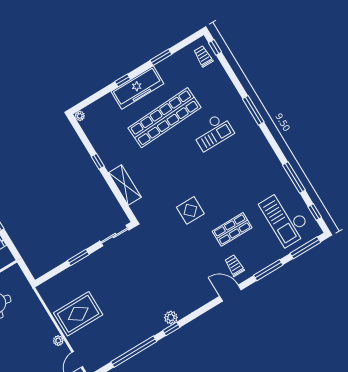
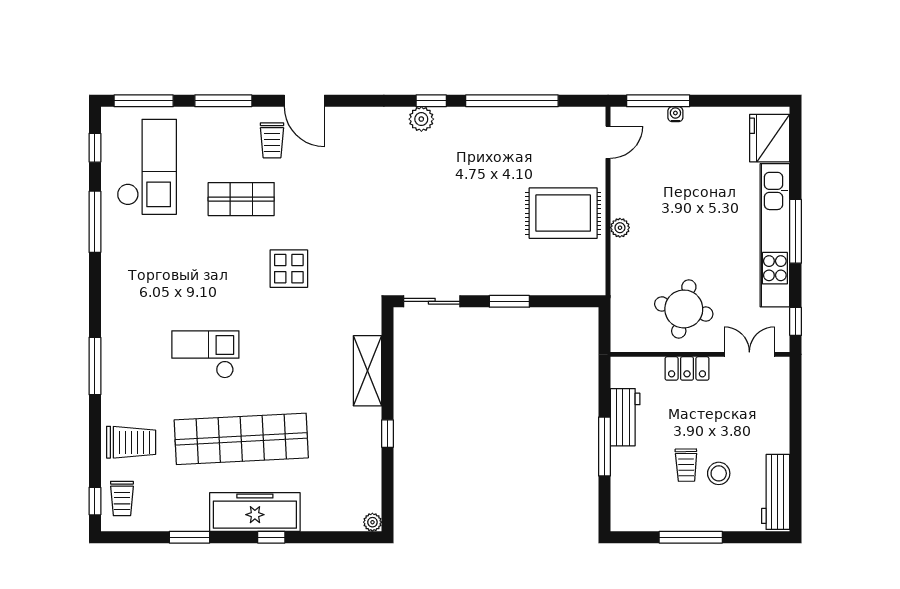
trolley: (215, 85) -> (131, 442), added
checkout: (213, 132) -> (205, 354), moved
plant: (58, 341) -> (620, 228), moved

